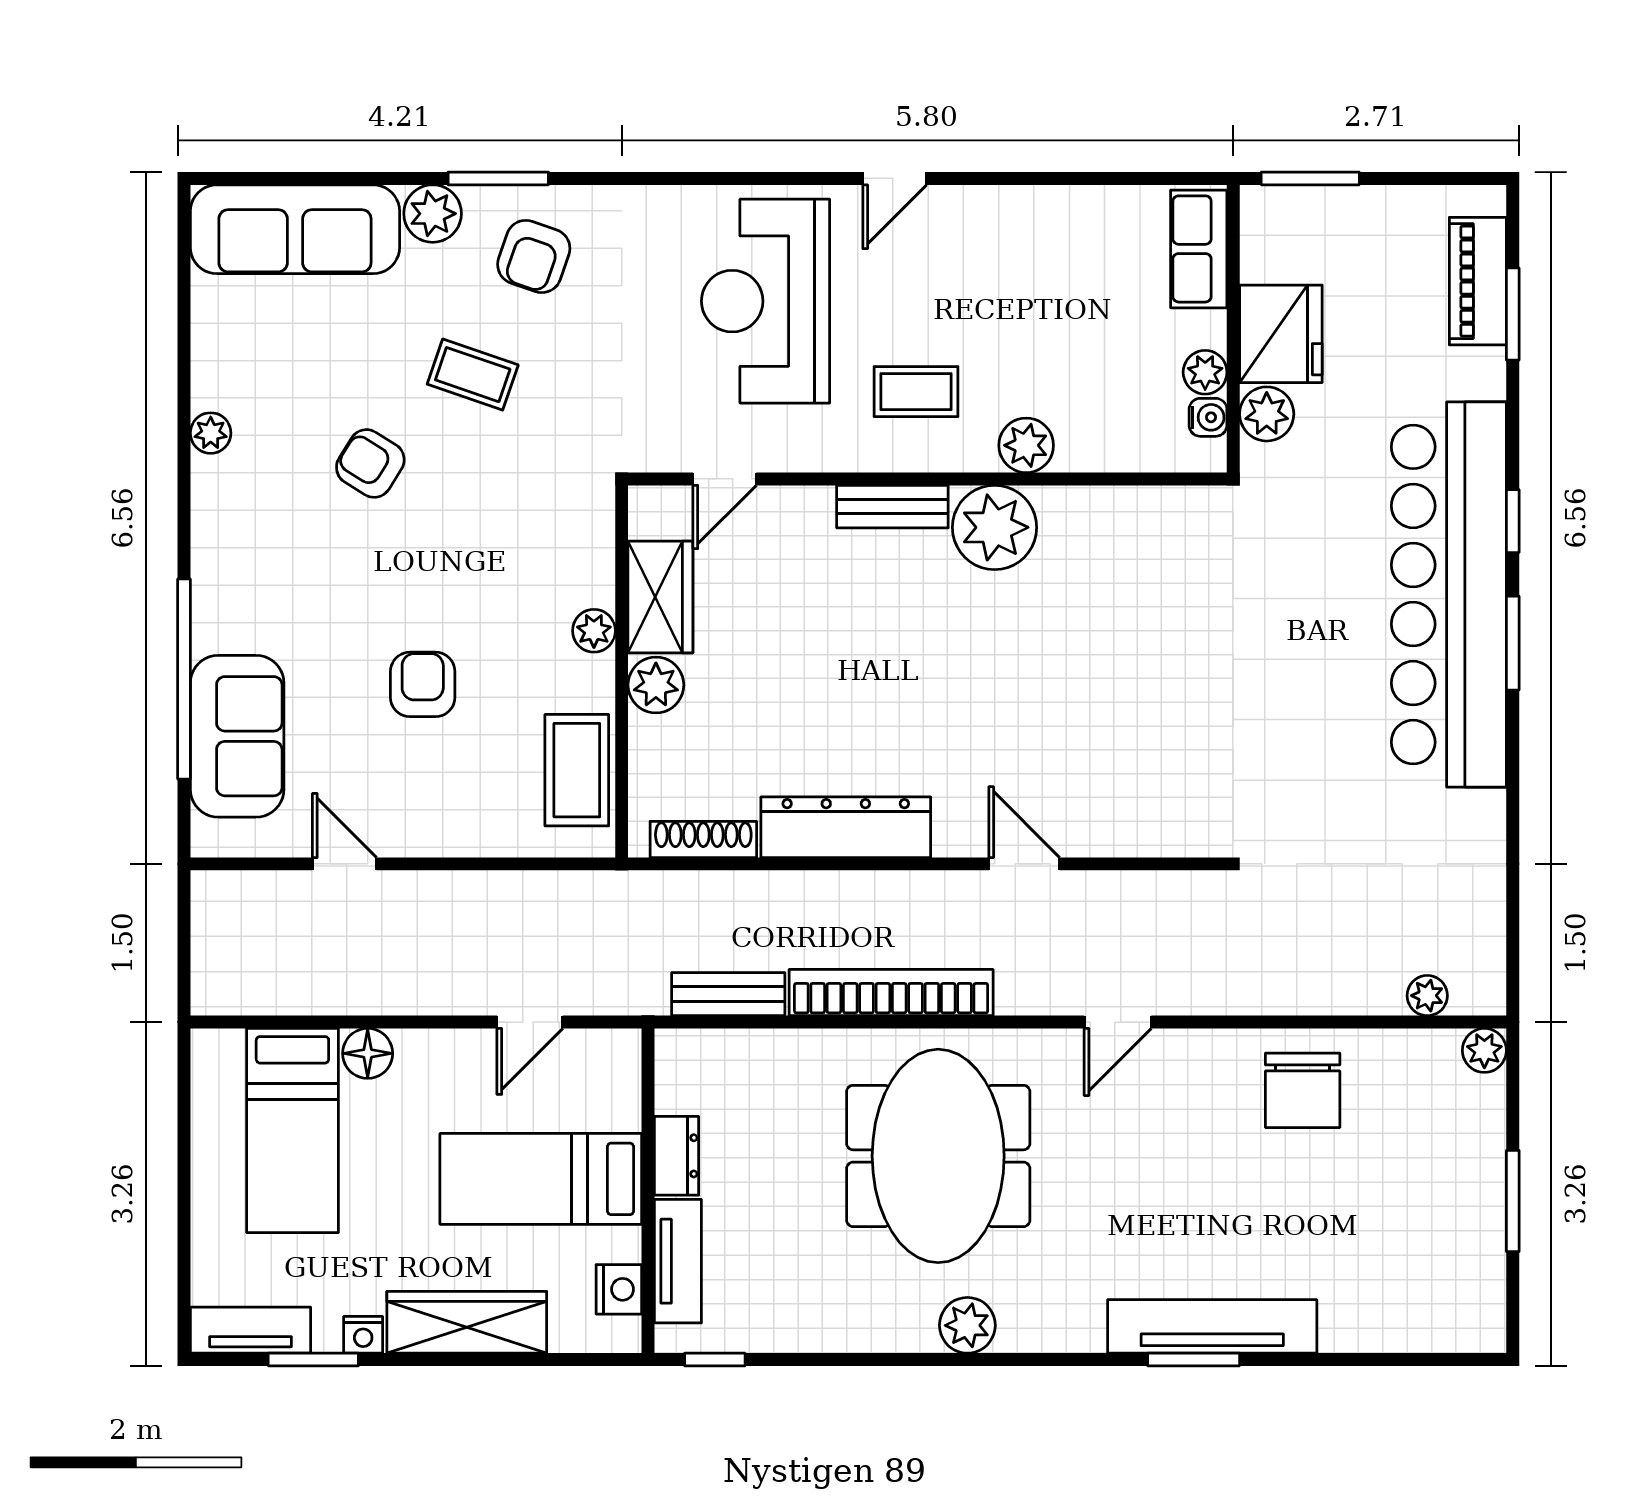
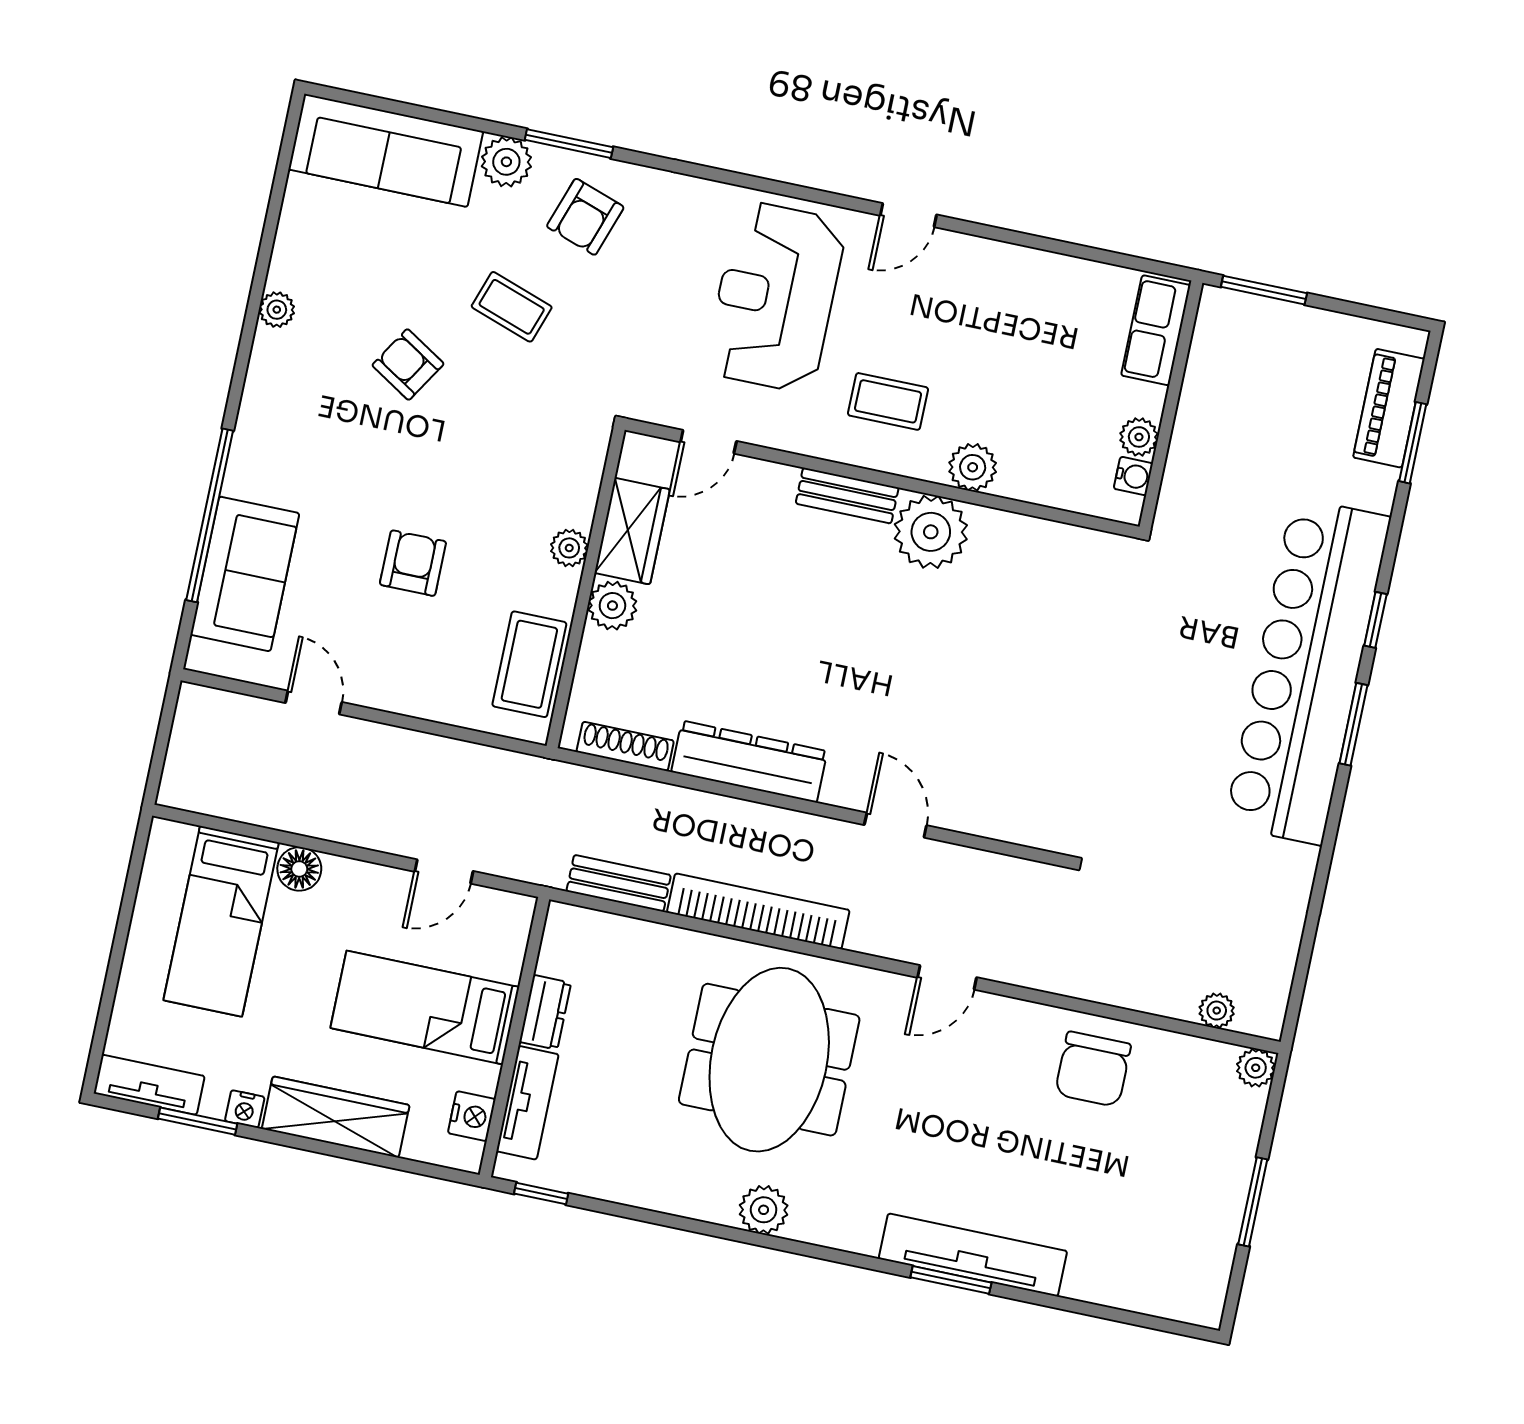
fridge: (1281, 334) -> (1211, 418), removed
plant: (1267, 414) -> (1184, 484), removed

